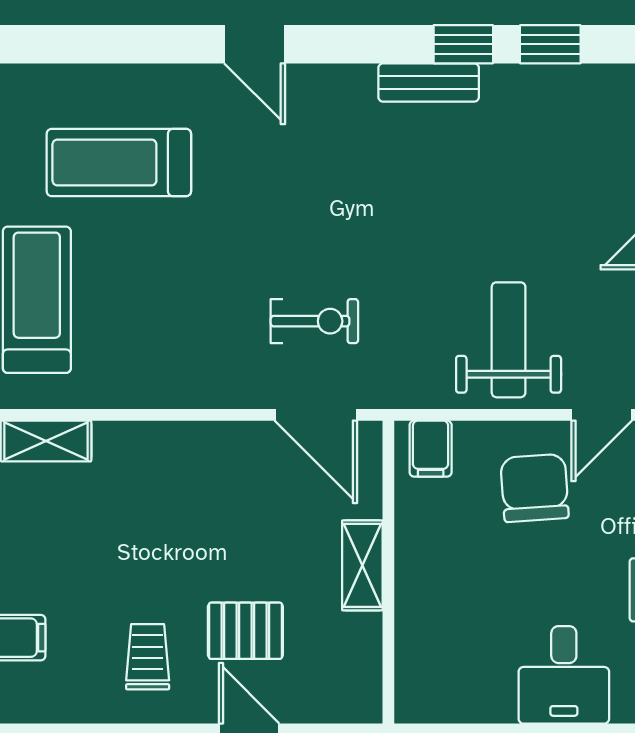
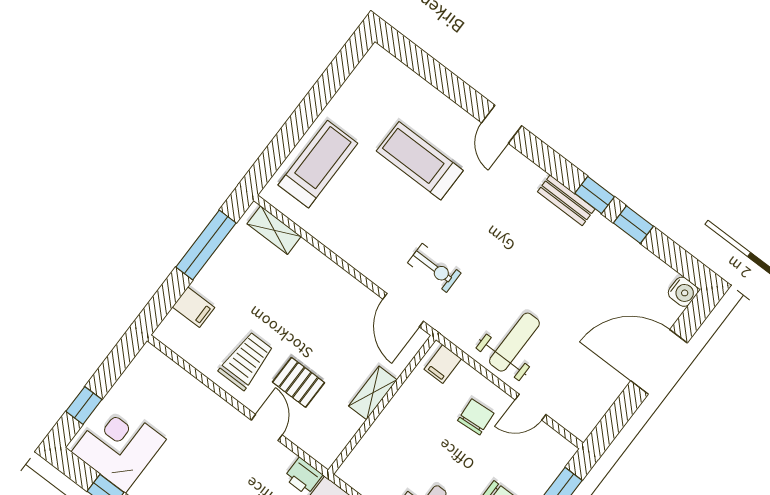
treadmill: (119, 162) -> (420, 161), moved
chair: (535, 488) -> (476, 417), width x0.73, depth x0.73
trolley: (148, 657) -> (246, 361), width x1.36, depth x1.39

